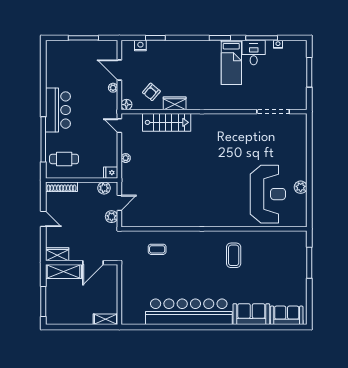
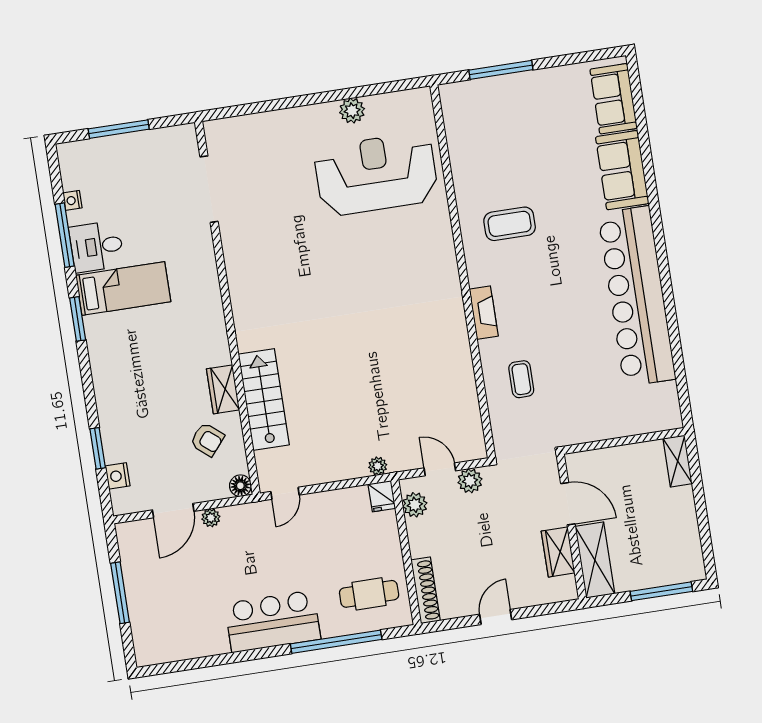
plant: (126, 158) -> (378, 466), moved
cafe table: (64, 159) -> (369, 594), turned 90
fireplace: (192, 236) -> (484, 313), added
wardrobe: (57, 254) -> (558, 552), moved

